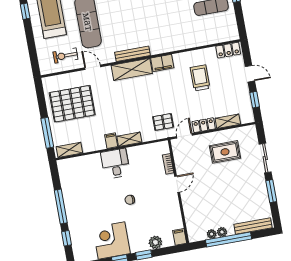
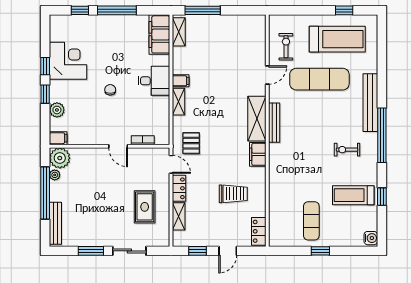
pallet: (72, 104) -> (230, 44), removed
filing cabinet: (75, 166) -> (159, 34), added
plant: (222, 232) -> (60, 158), moved, width x1.87, depth x1.87

